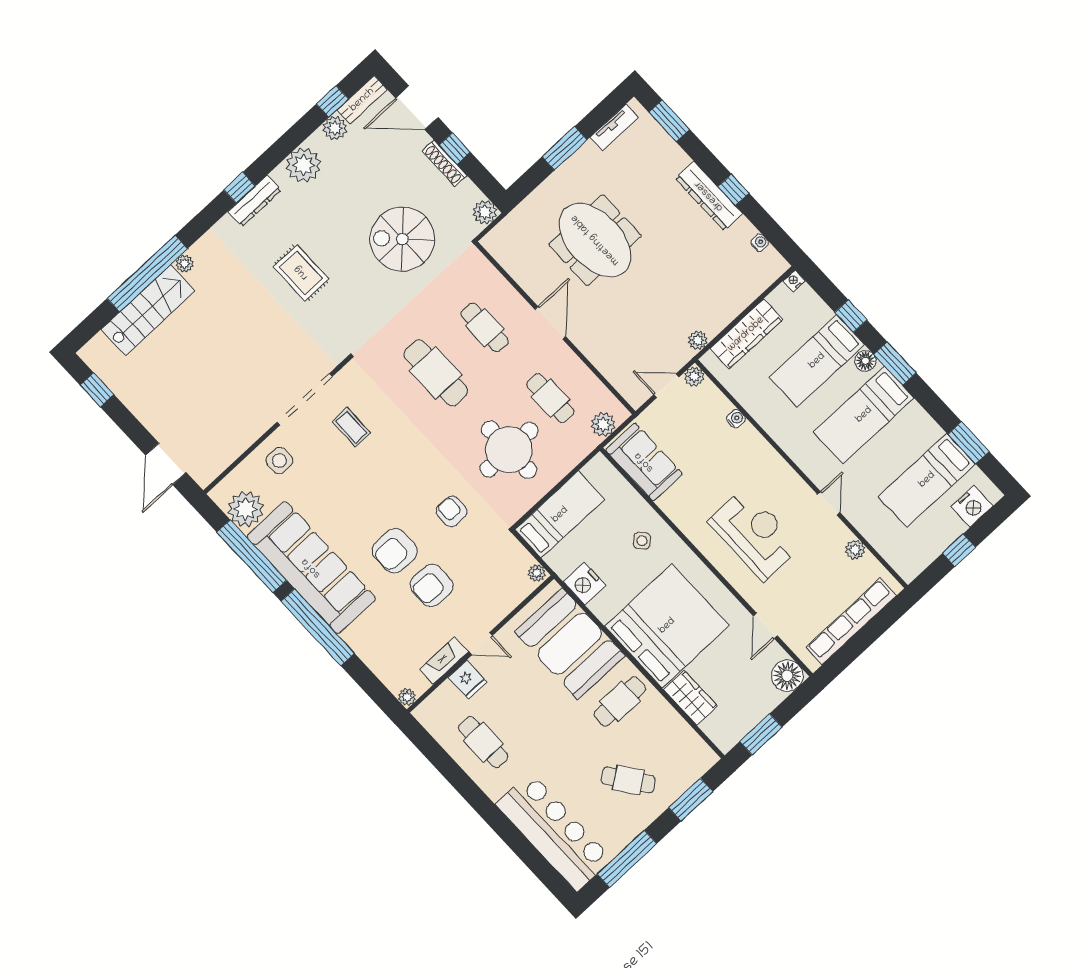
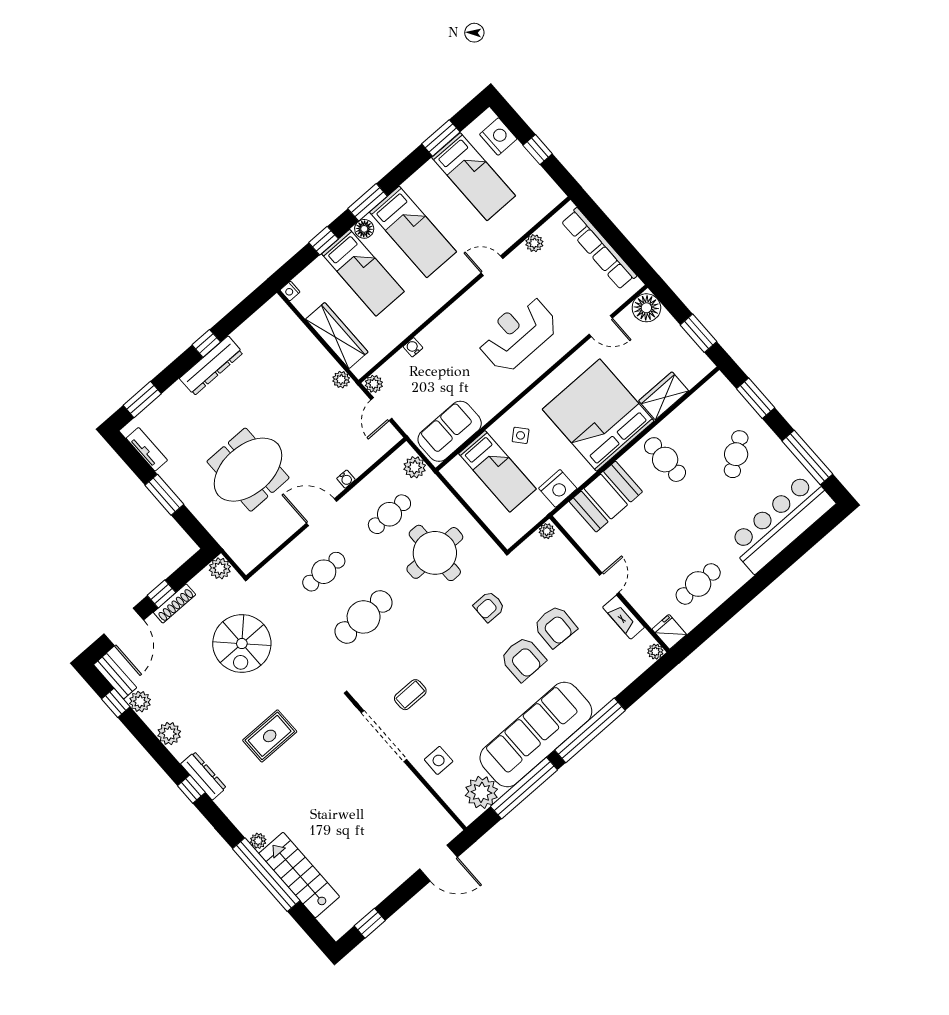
plant: (304, 165) -> (169, 734), width x0.73, depth x0.73
water cooler: (760, 243) -> (346, 479), moved, turned 180
bed: (560, 515) -> (497, 471), moved, turned 180
booth: (570, 644) -> (606, 497), width x0.73, depth x0.70
fridge: (467, 680) -> (669, 632), moved, turned -90

